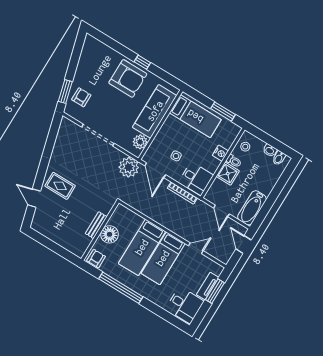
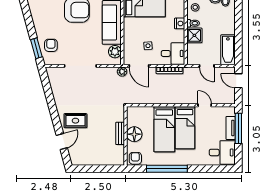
plant: (129, 167) -> (122, 72), width x0.53, depth x0.53
door: (34, 198) -> (62, 142), swing flipped
door: (196, 248) -> (205, 105), hinge flipped
window: (215, 291) -> (238, 128), width x1.44

